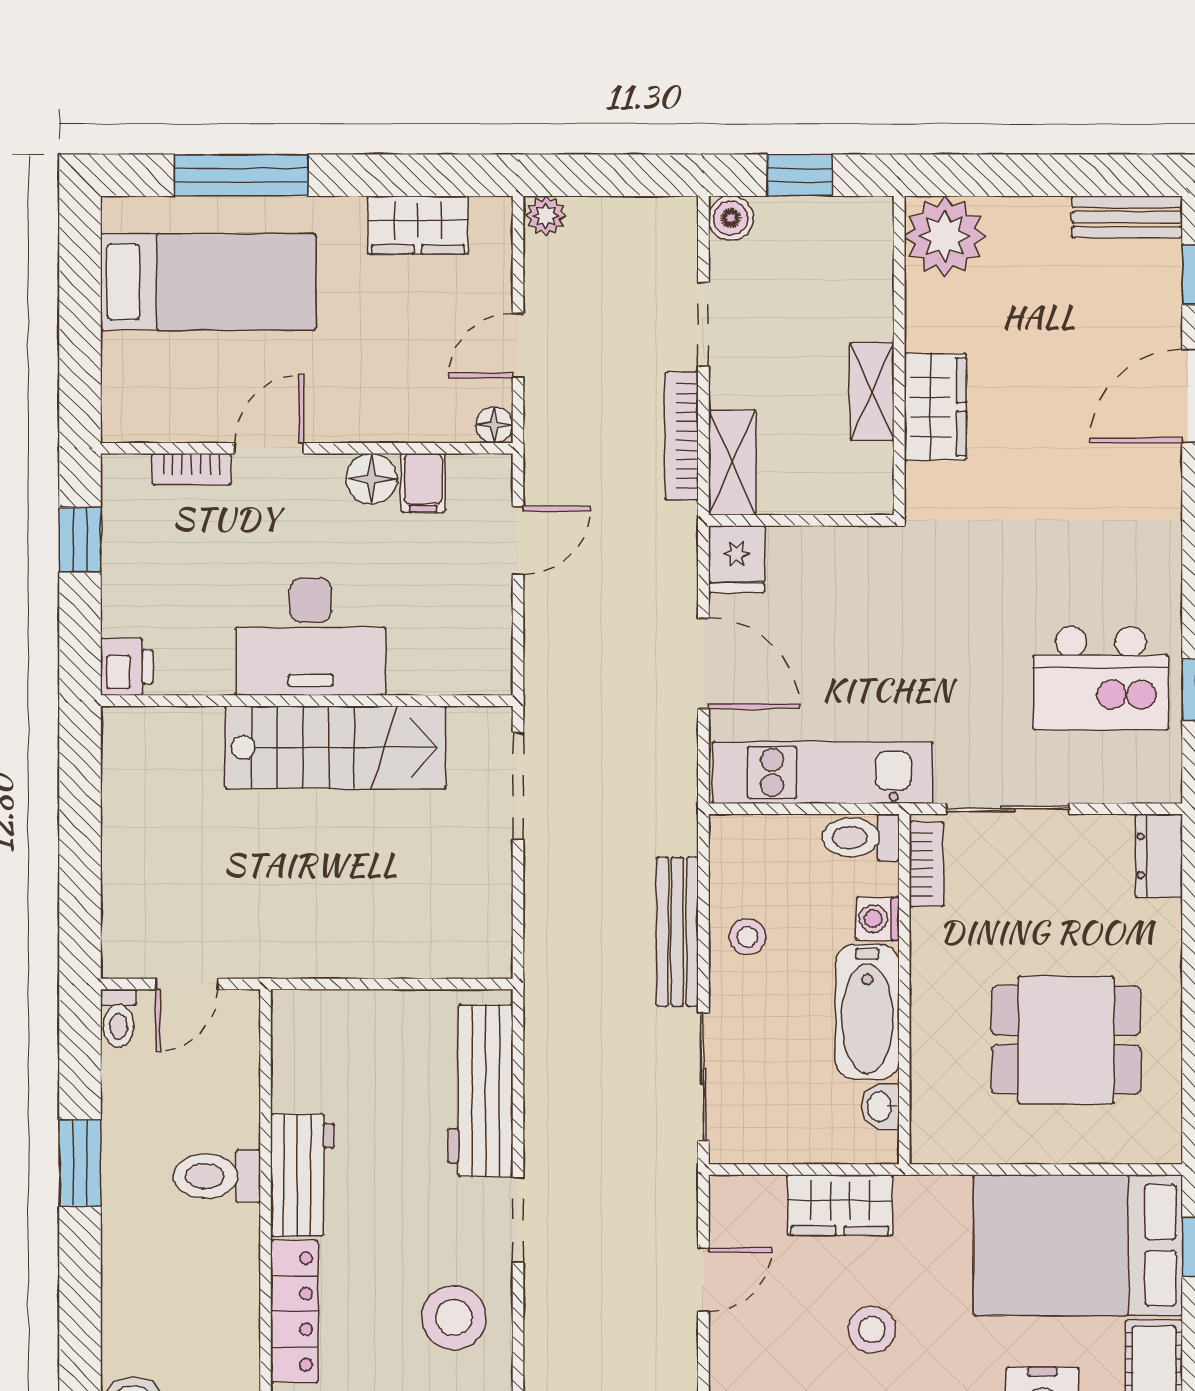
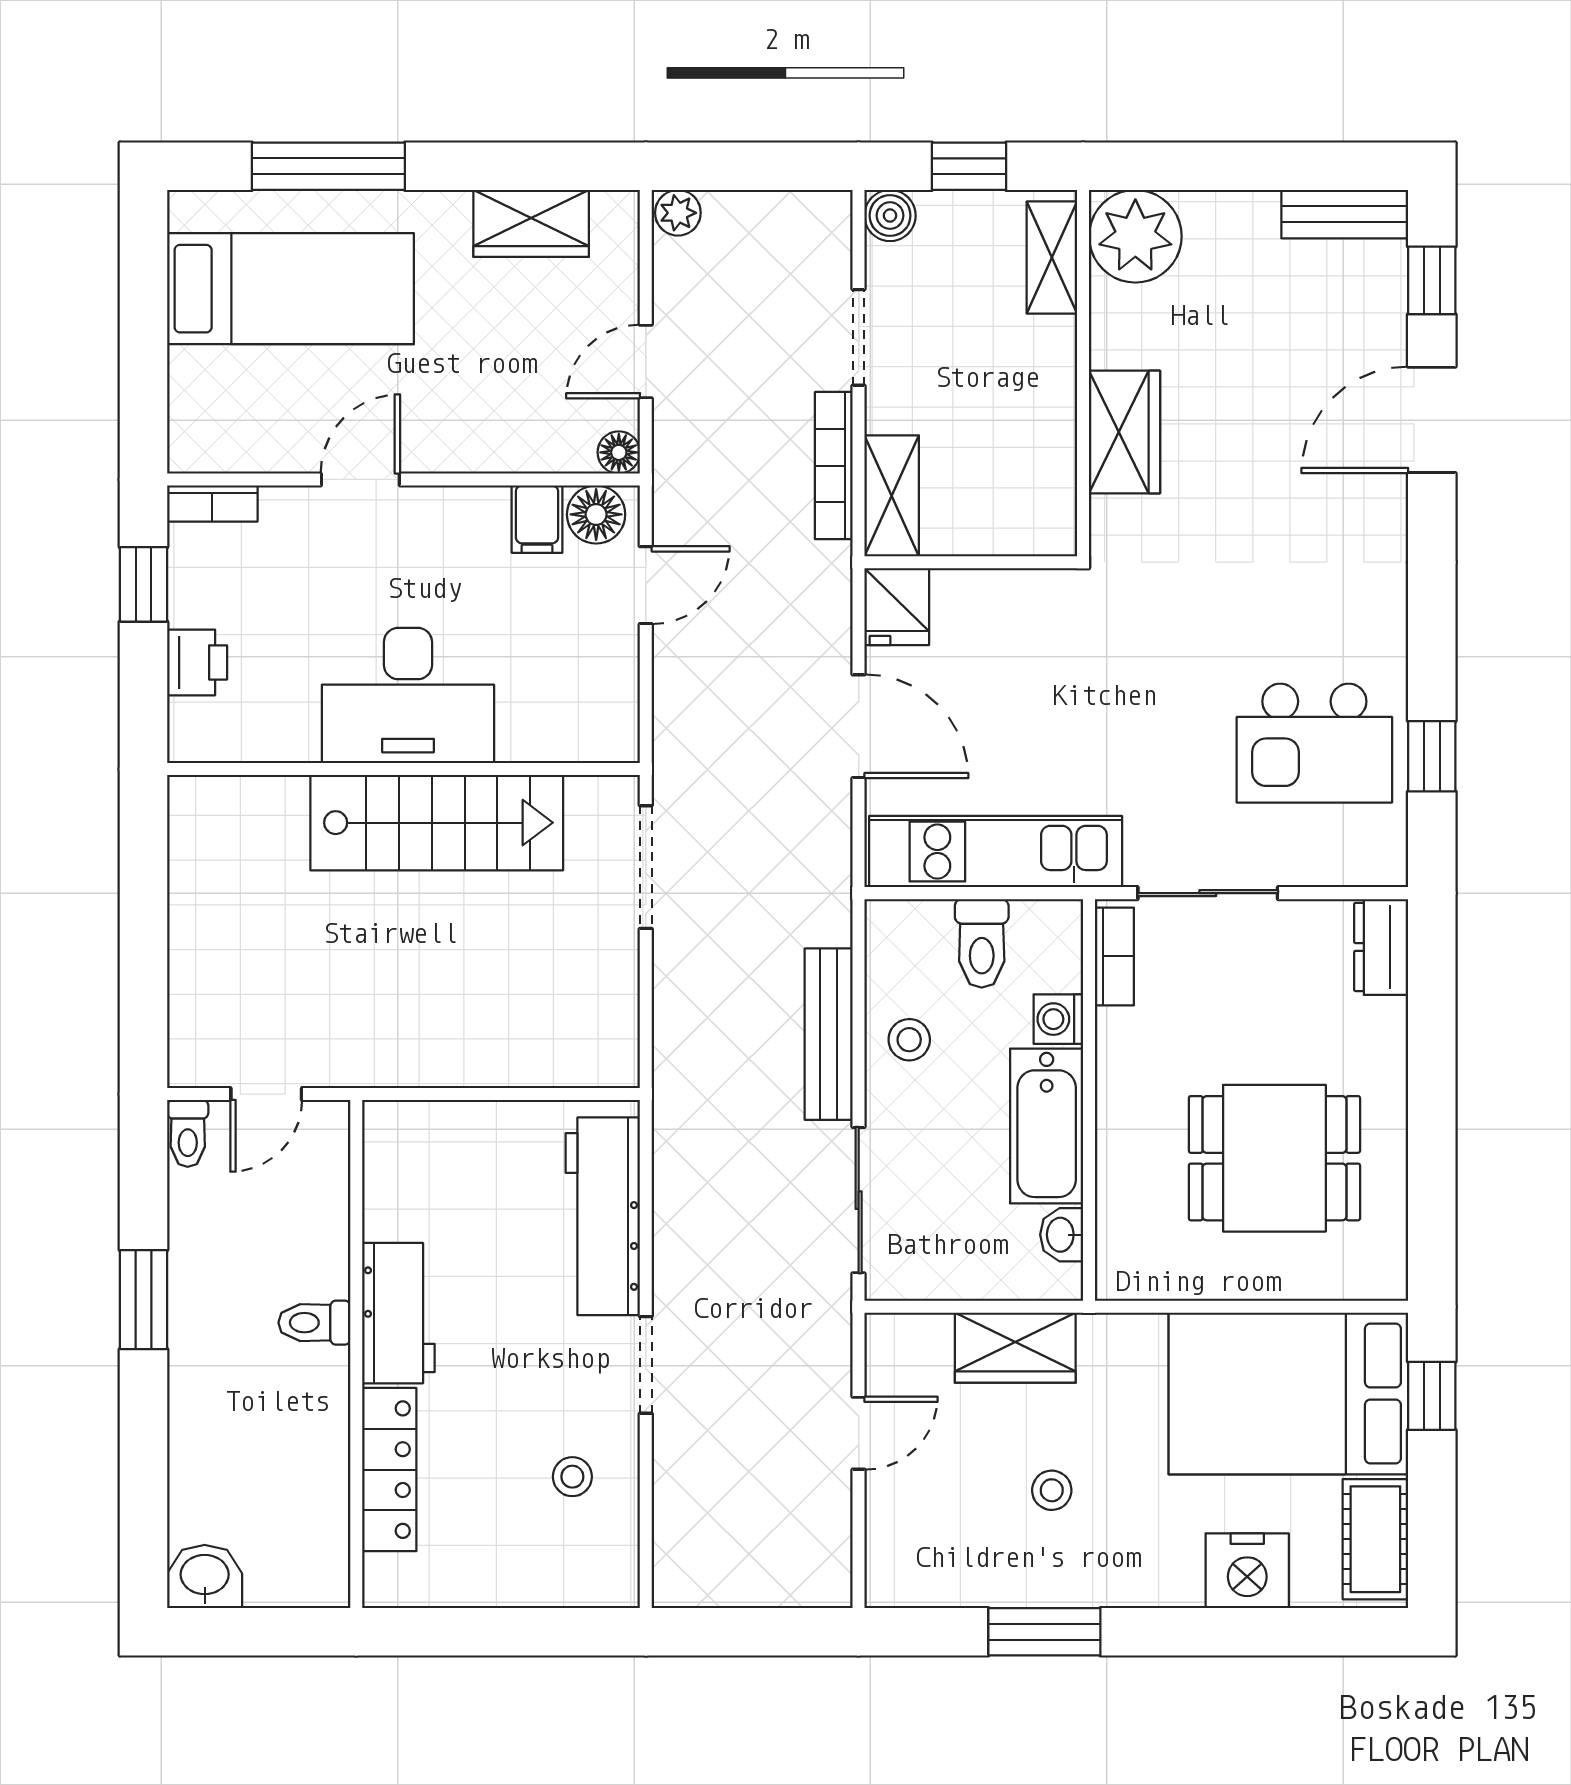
shelving: (872, 391) -> (1052, 258), moved
bookcase: (191, 469) -> (212, 503), moved
floor lamp: (372, 479) -> (596, 514), moved
printer: (127, 667) -> (197, 662), moved
toilet: (861, 837) -> (982, 943), moved, turned -90
toilet: (217, 1176) -> (314, 1323), width x0.73, depth x0.72
stool: (454, 1318) -> (572, 1477), width x0.53, depth x0.53
stool: (872, 1329) -> (1052, 1490), width x0.73, depth x0.73

